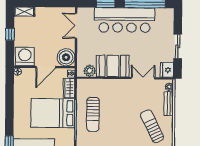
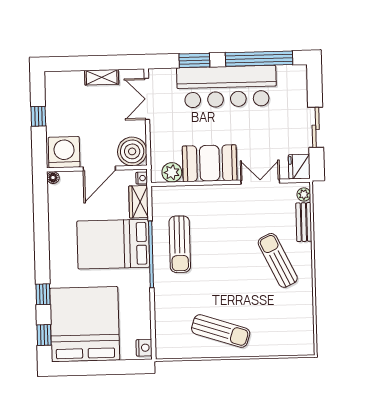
shelving: (24, 12) -> (102, 77), moved

